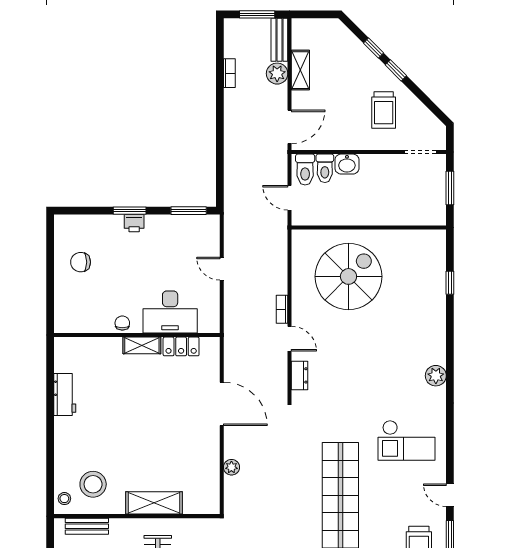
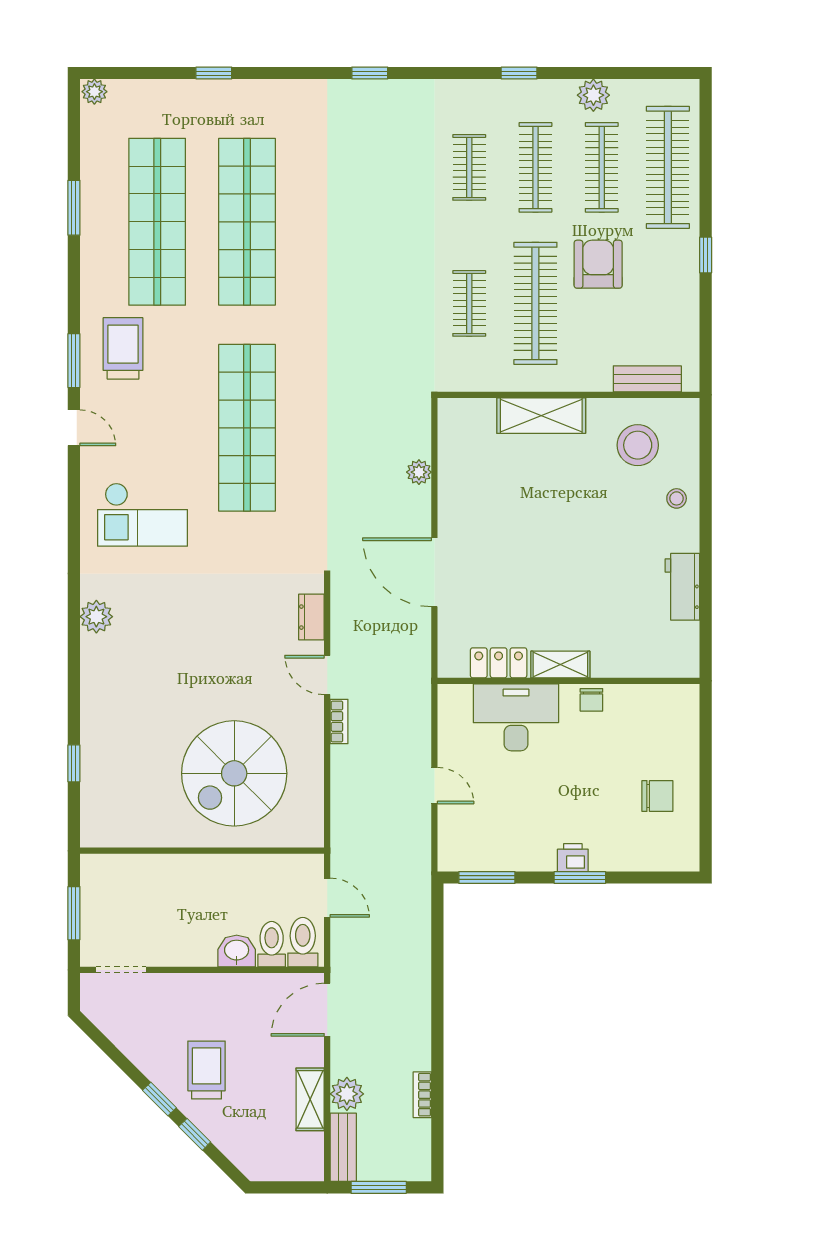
trolley: (384, 110) -> (206, 1070), moved
checkout: (407, 440) -> (142, 515), turned 180
stool: (64, 499) -> (677, 498), moved

